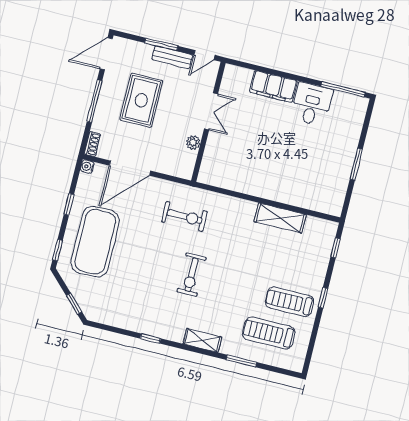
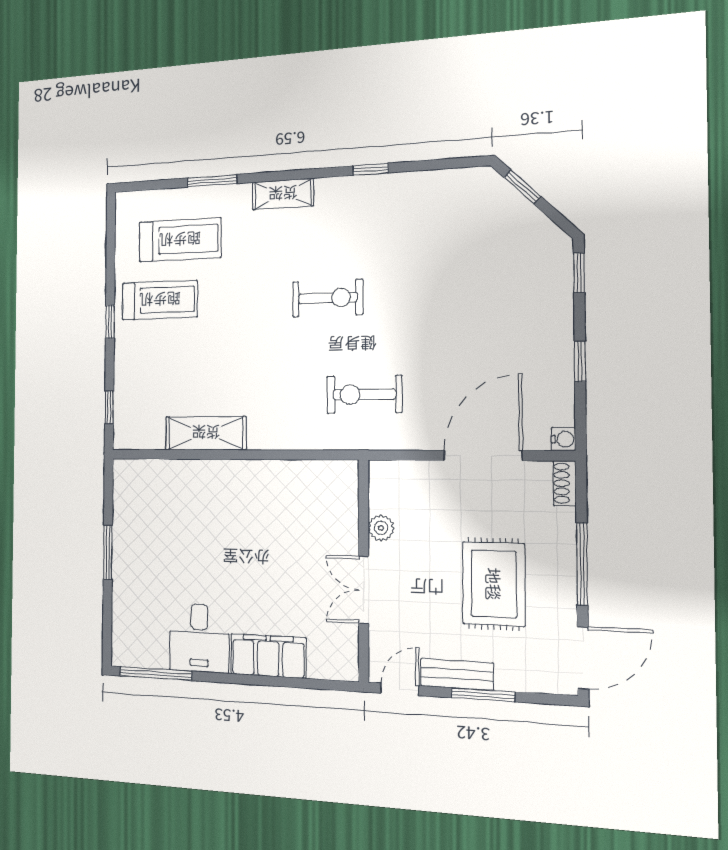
exercise mat: (95, 242) -> (512, 307), removed
exercise bike: (192, 275) -> (328, 298), turned 90

